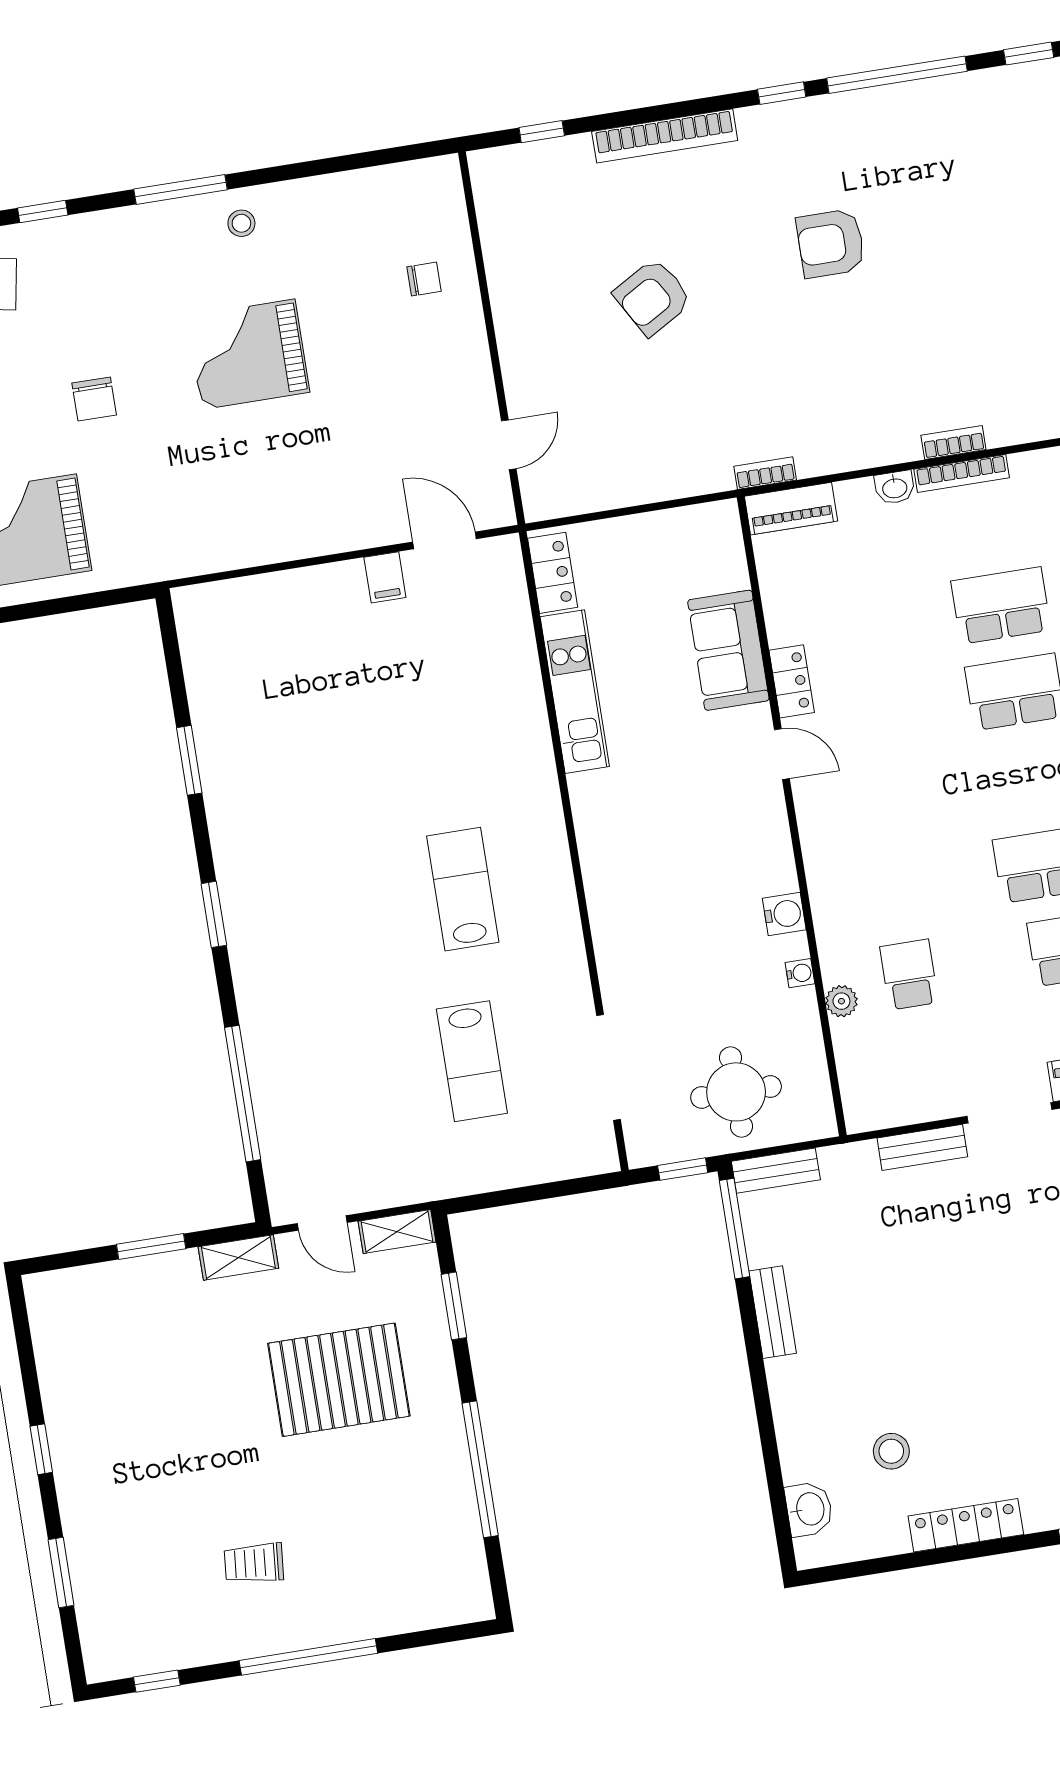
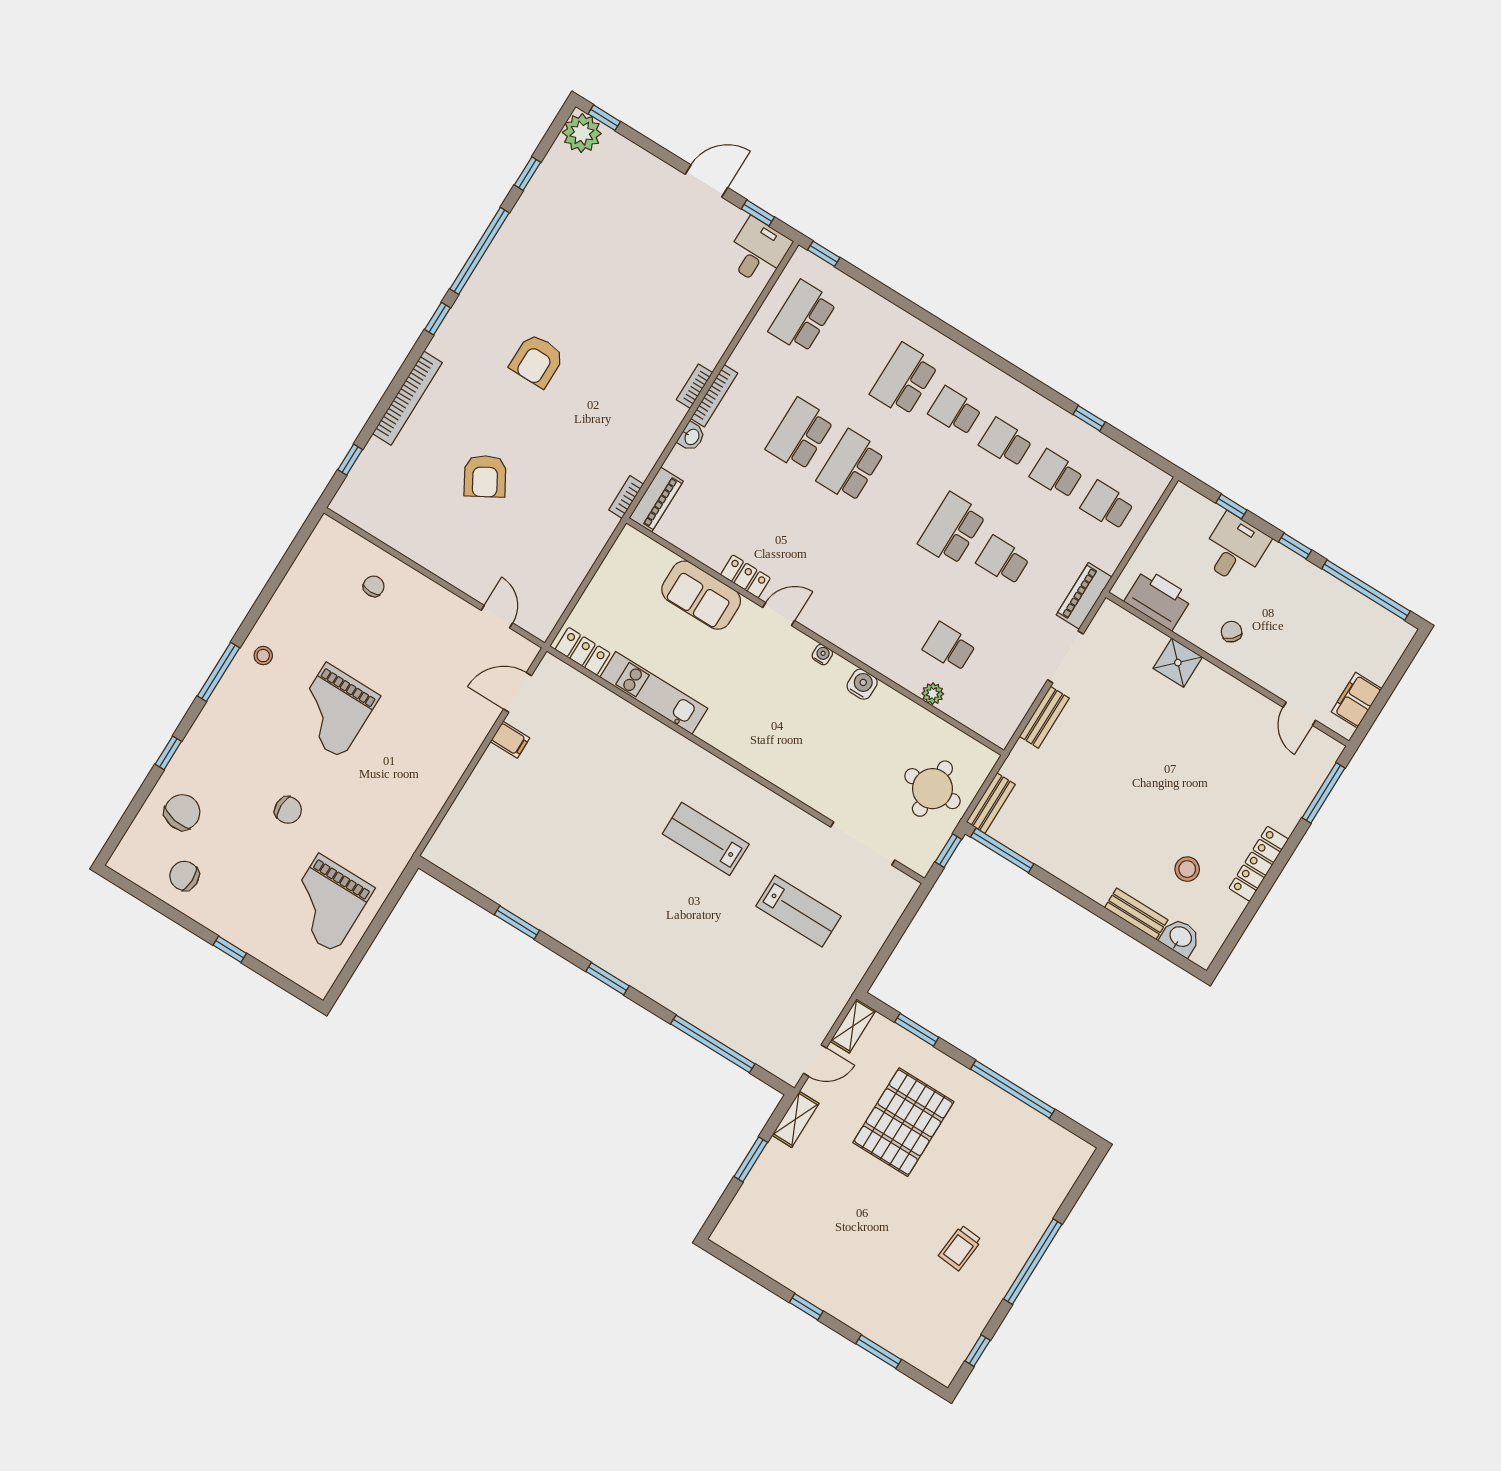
water cooler: (800, 973) -> (822, 655), moved
bench: (773, 1312) -> (1136, 914), moved

